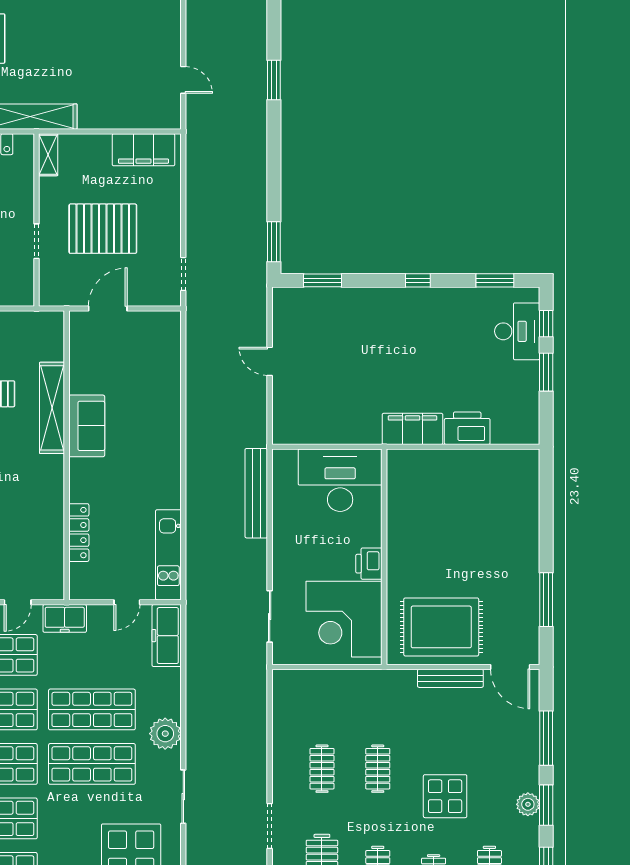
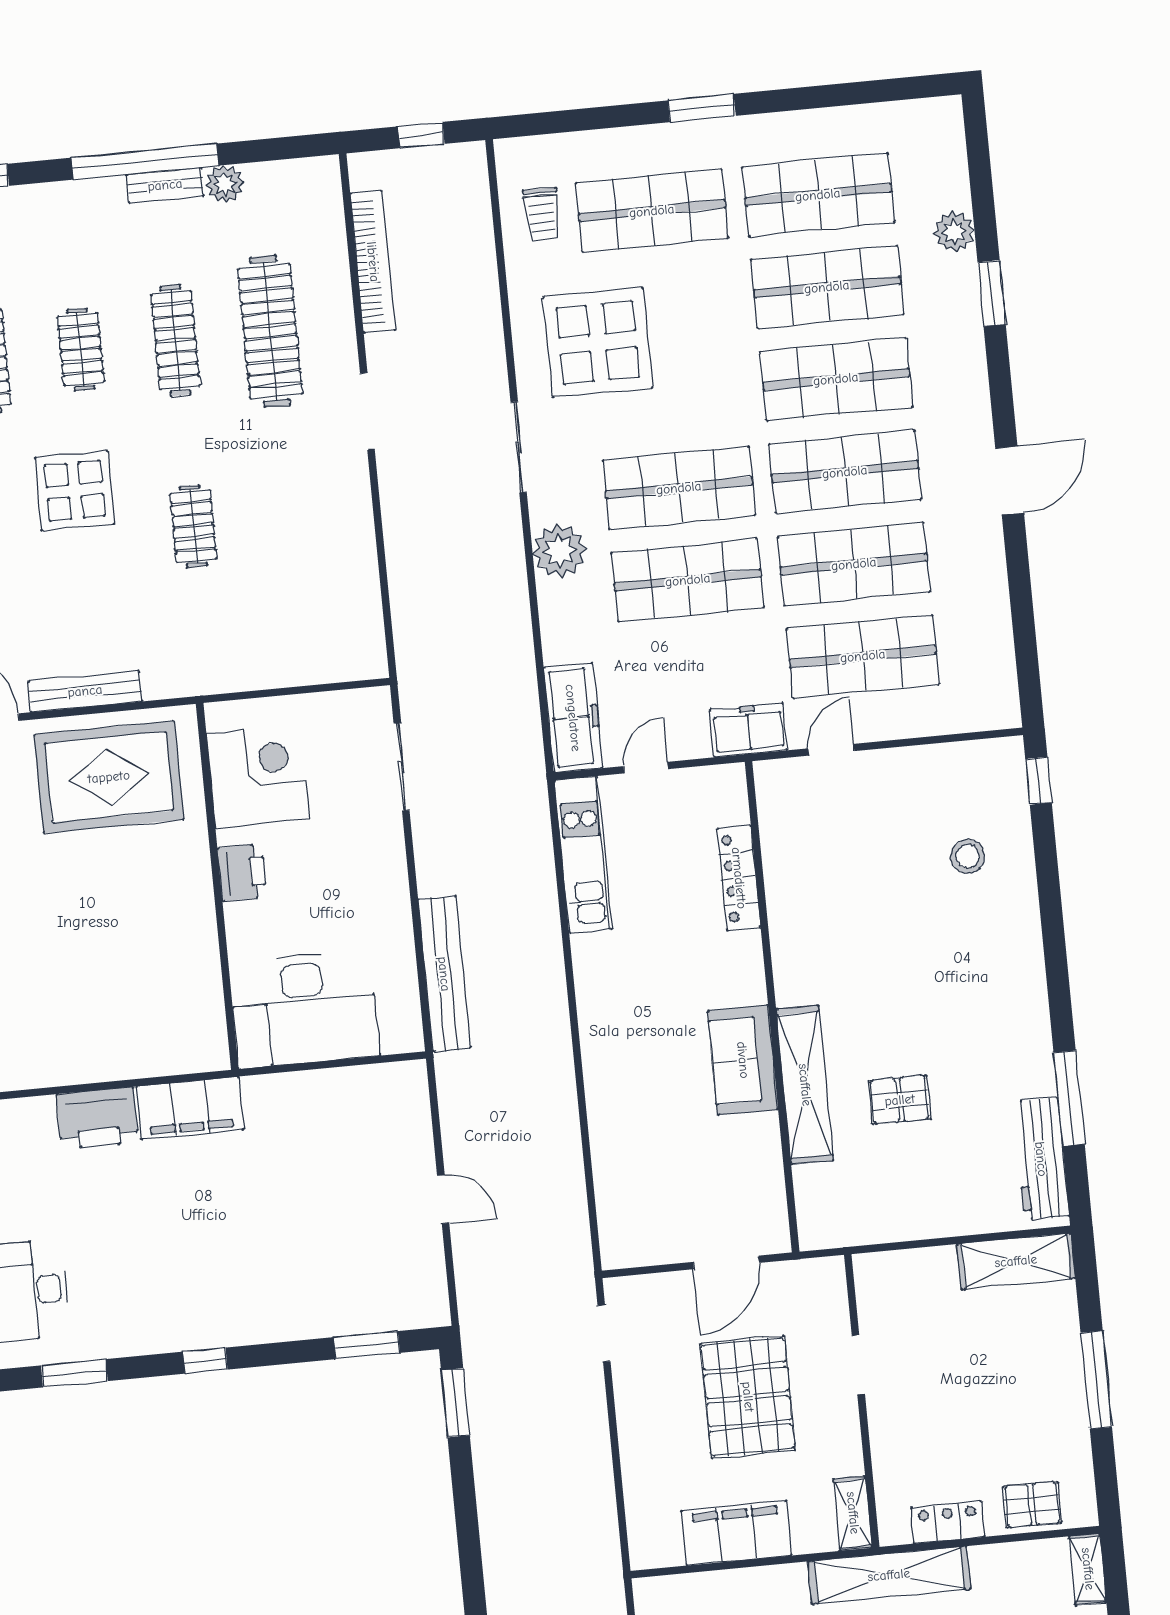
filing cabinet: (143, 150) -> (736, 1533), moved
pallet: (103, 229) -> (748, 1397), turned 90
corner desk: (344, 619) -> (258, 776), width x0.74, depth x0.74
clothes rail: (322, 769) -> (288, 517), removed

